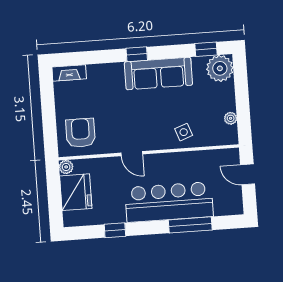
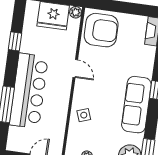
armchair: (81, 133) -> (101, 30), width x1.36, depth x1.36
door: (132, 154) -> (75, 69), swing flipped

